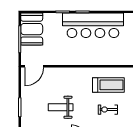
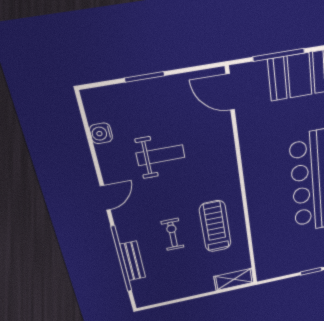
treadmill: (108, 85) -> (215, 226), turned 180
weight bench: (61, 107) -> (161, 155), turned 90

